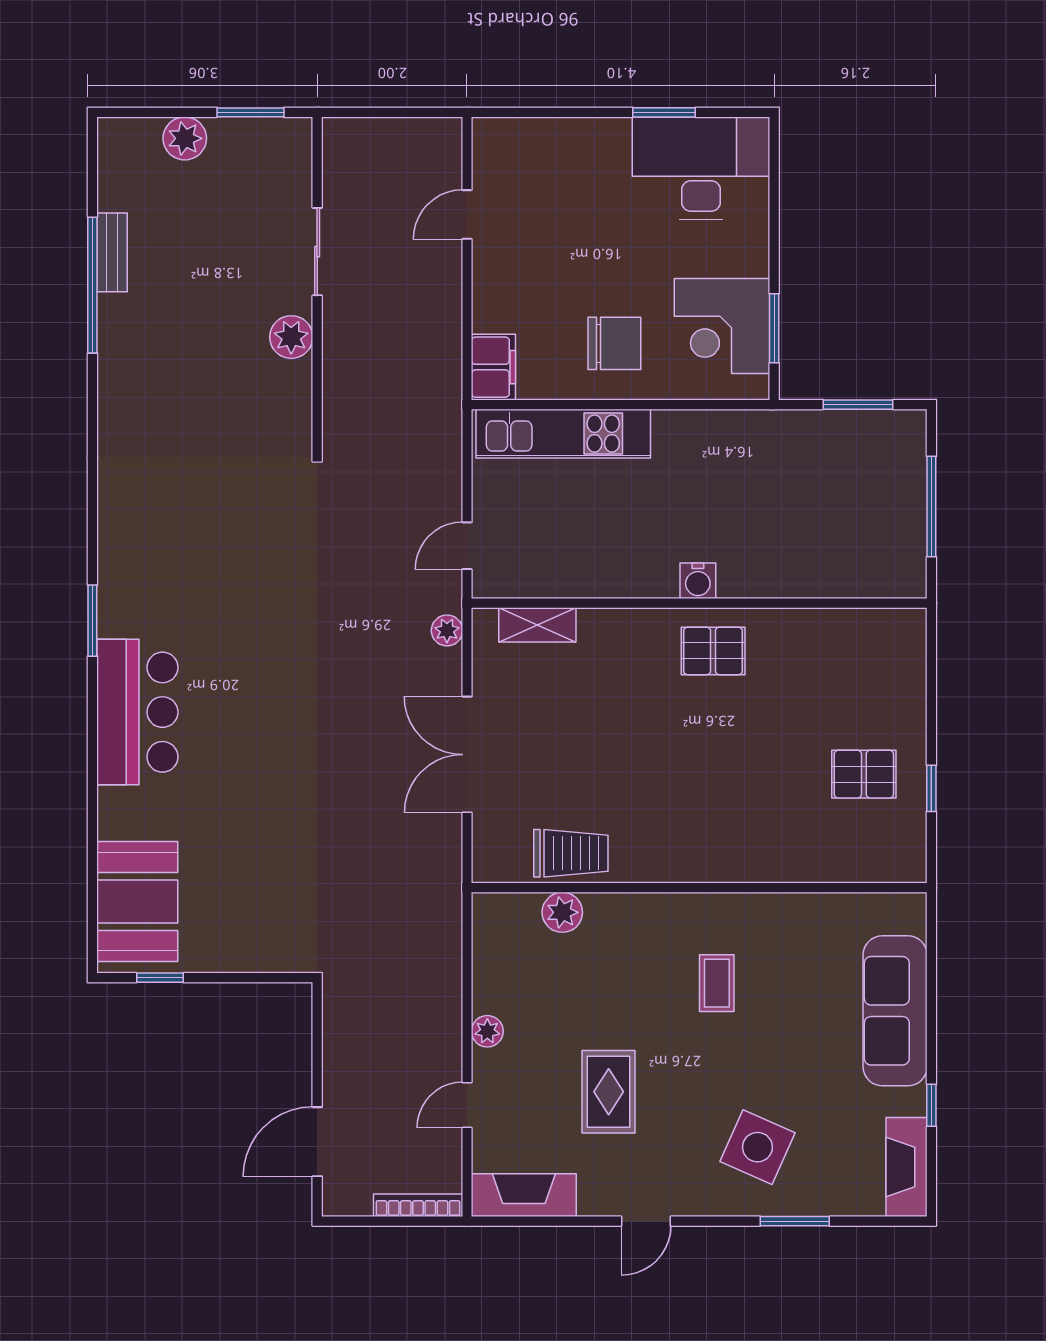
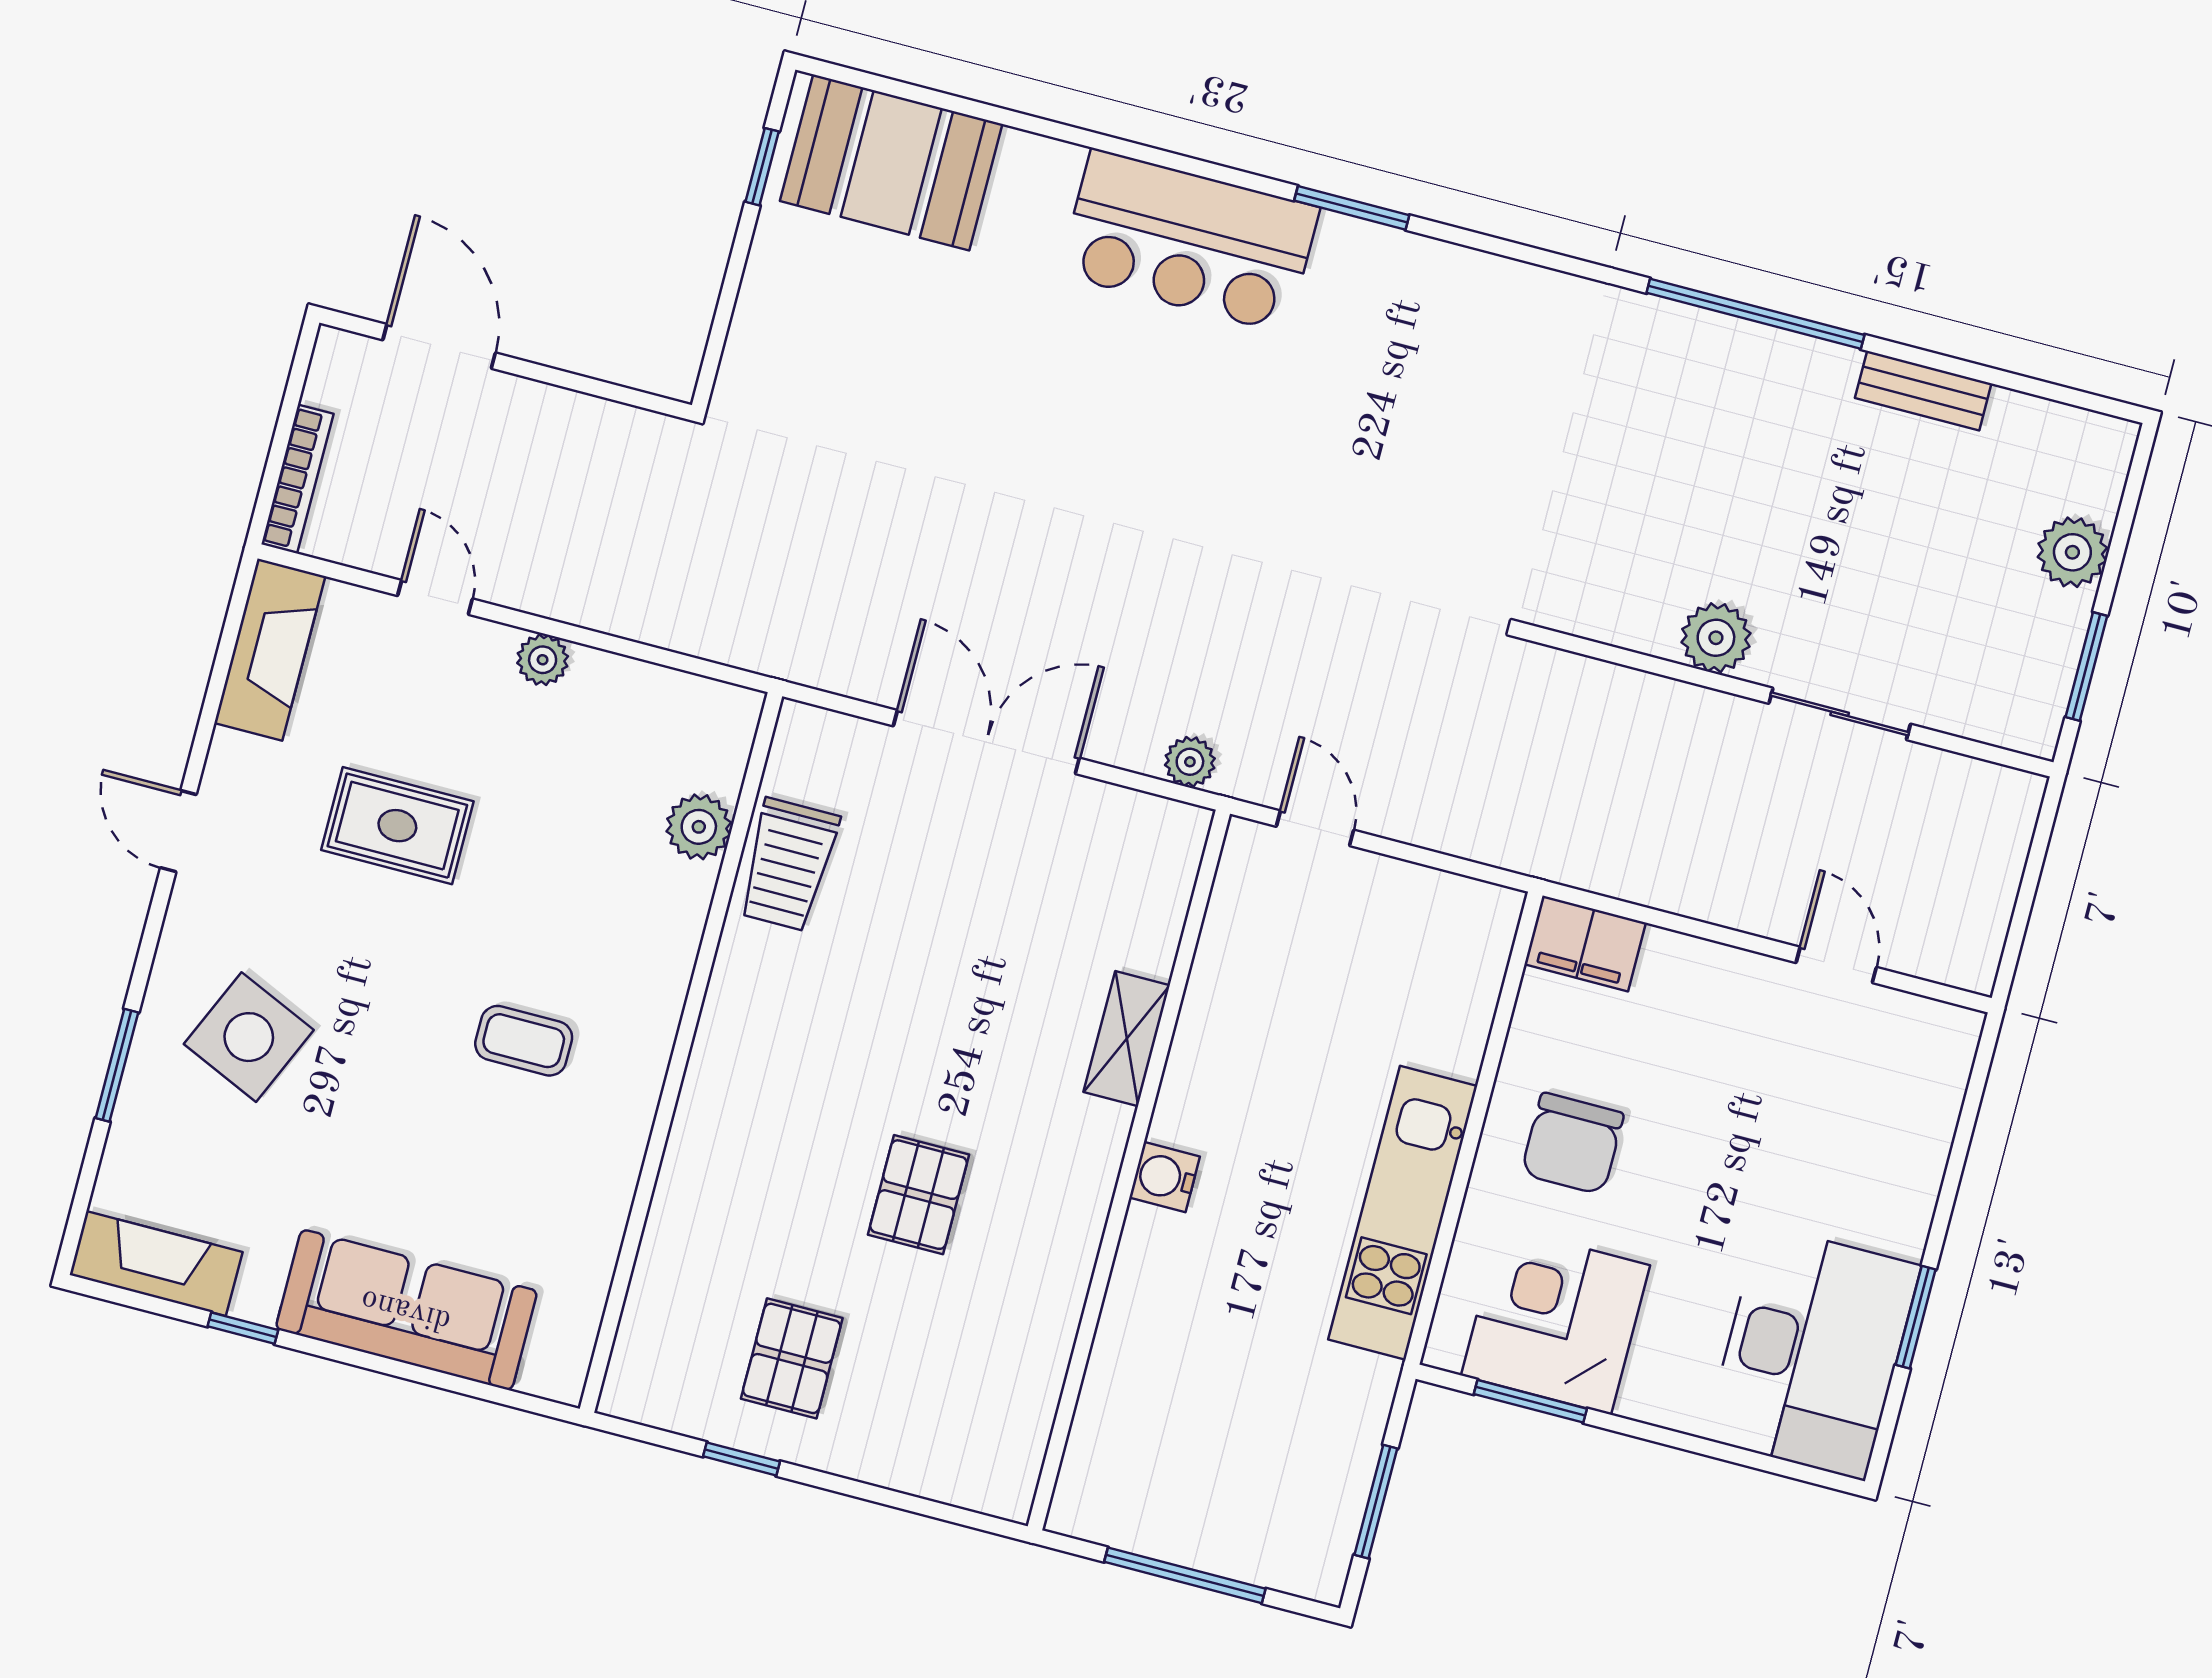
window: (92, 285) -> (1755, 314), moved
kitchen unit: (563, 434) -> (1403, 1213), moved
shelving: (537, 625) -> (1127, 1039), moved
pallet: (713, 651) -> (918, 1195), moved

